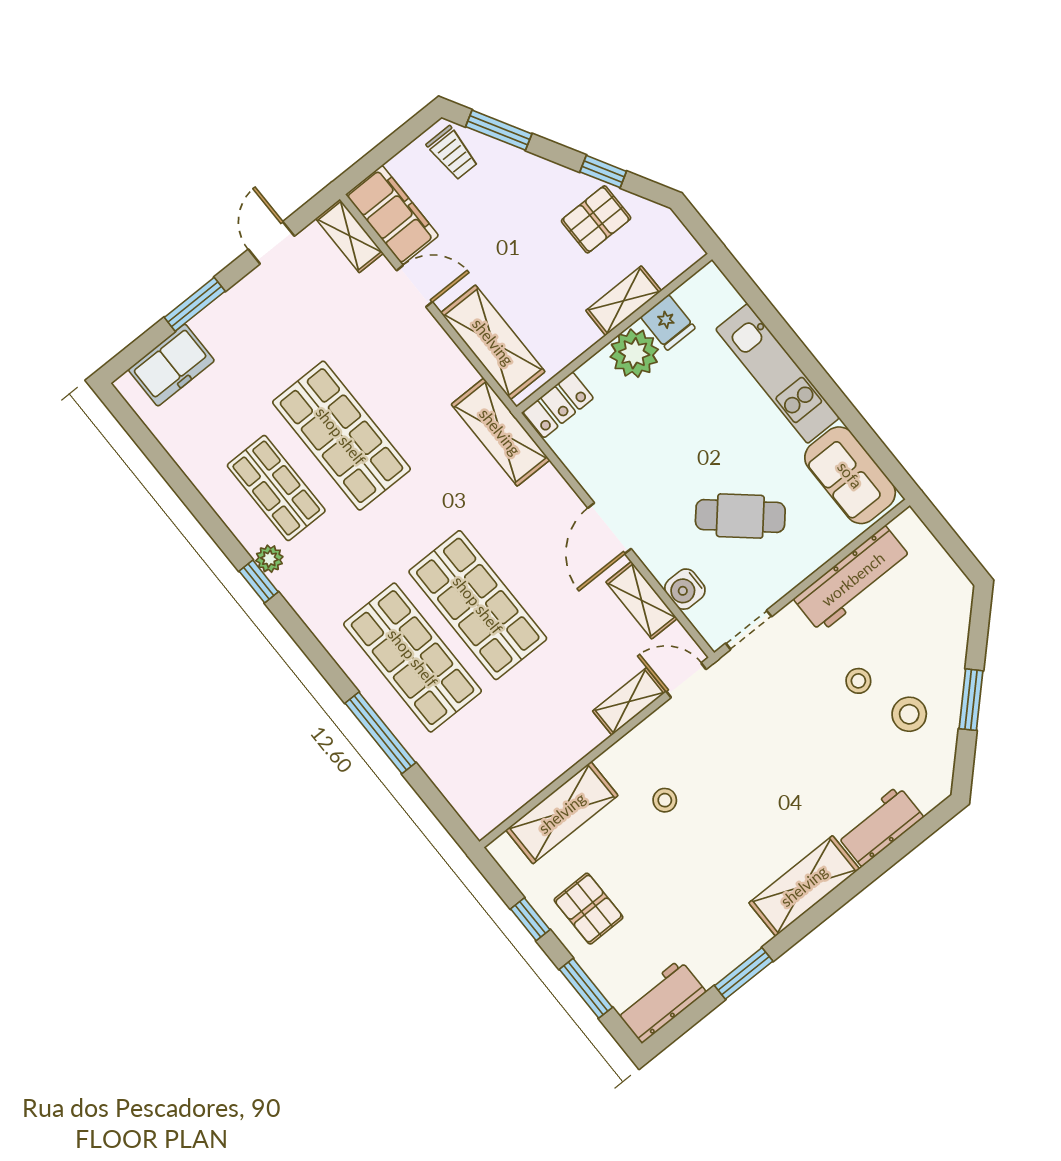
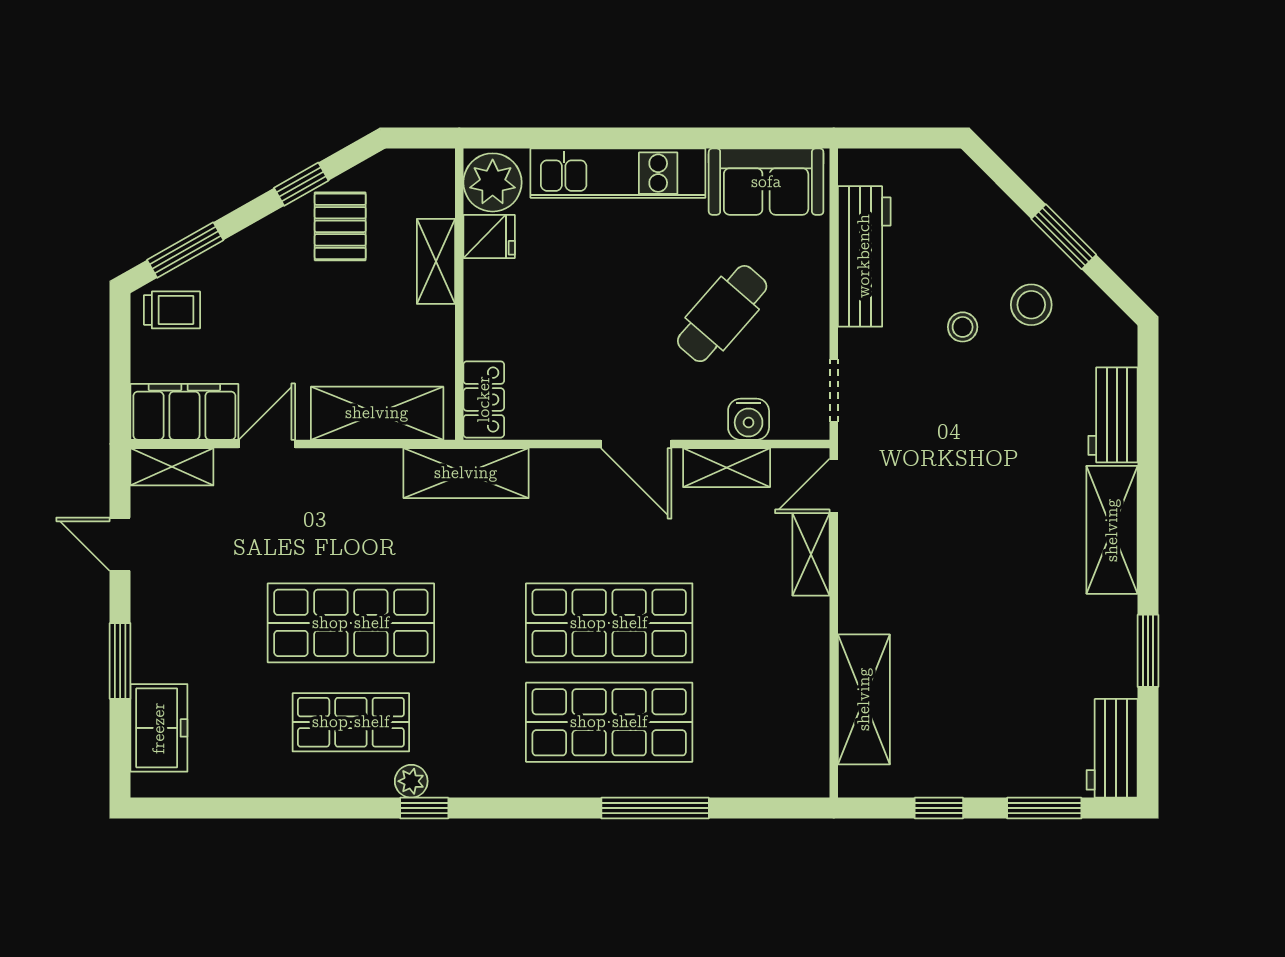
plant: (634, 353) -> (493, 182), moved
stool: (665, 800) -> (929, 595), removed
pallet: (589, 909) -> (973, 746), removed

